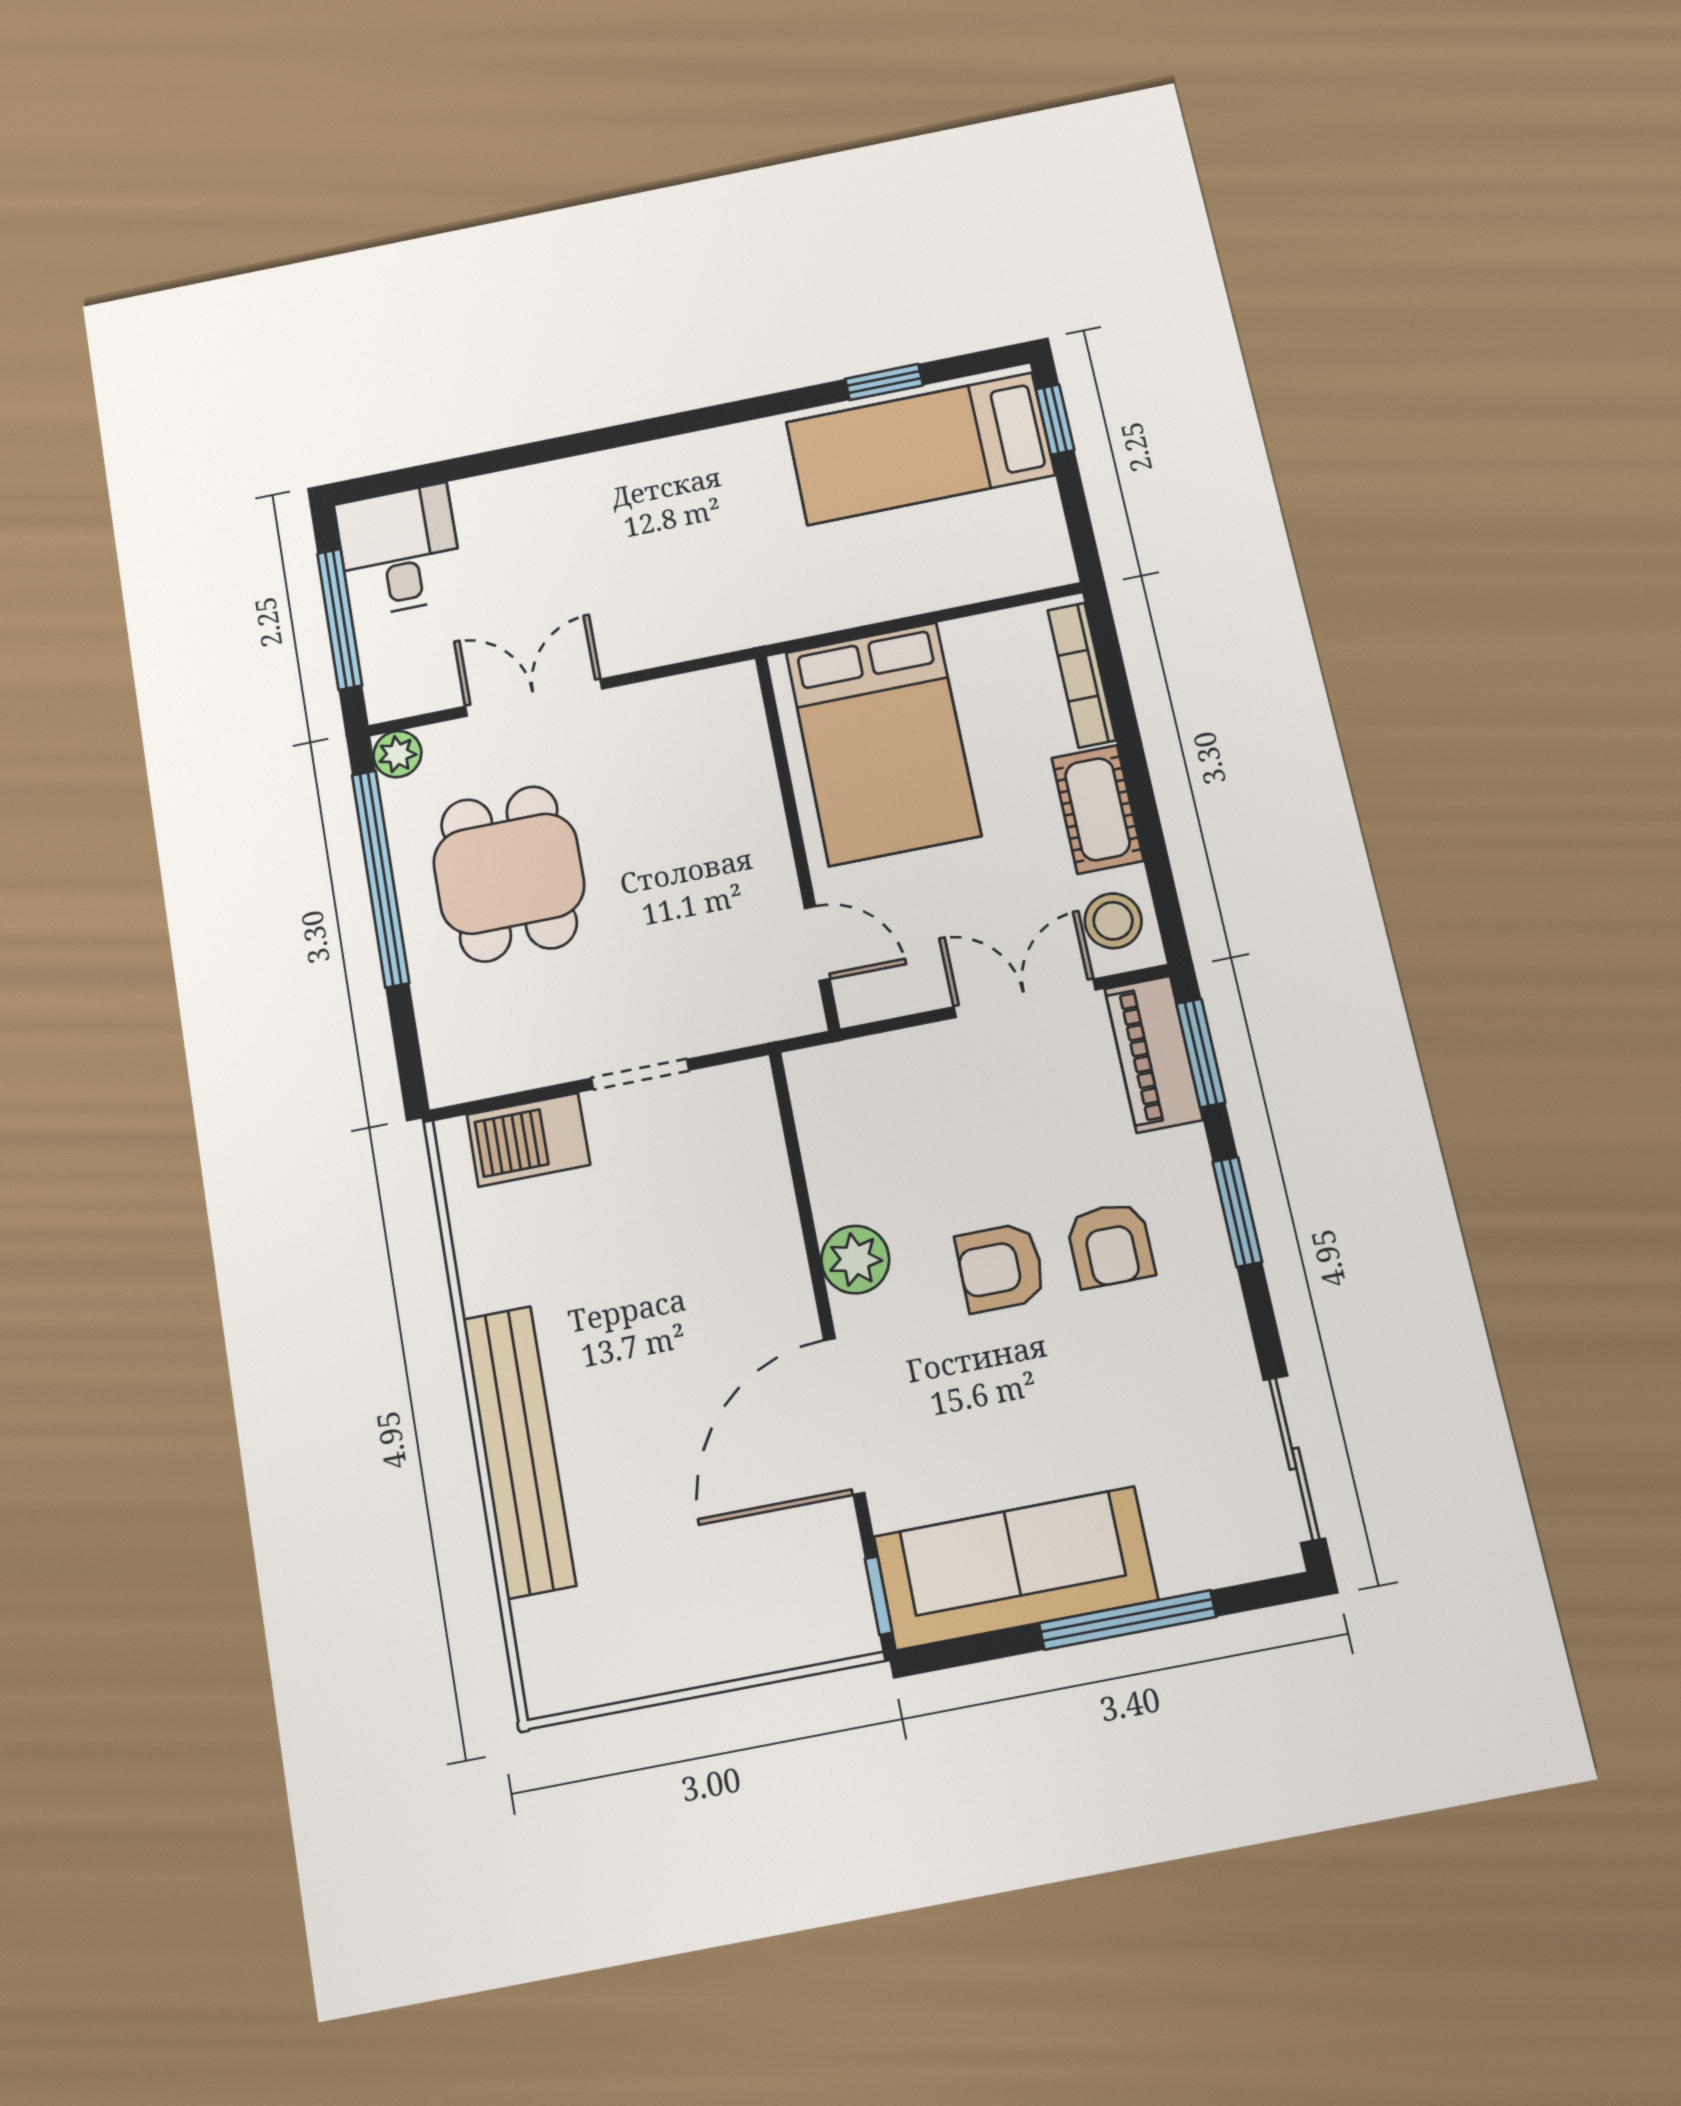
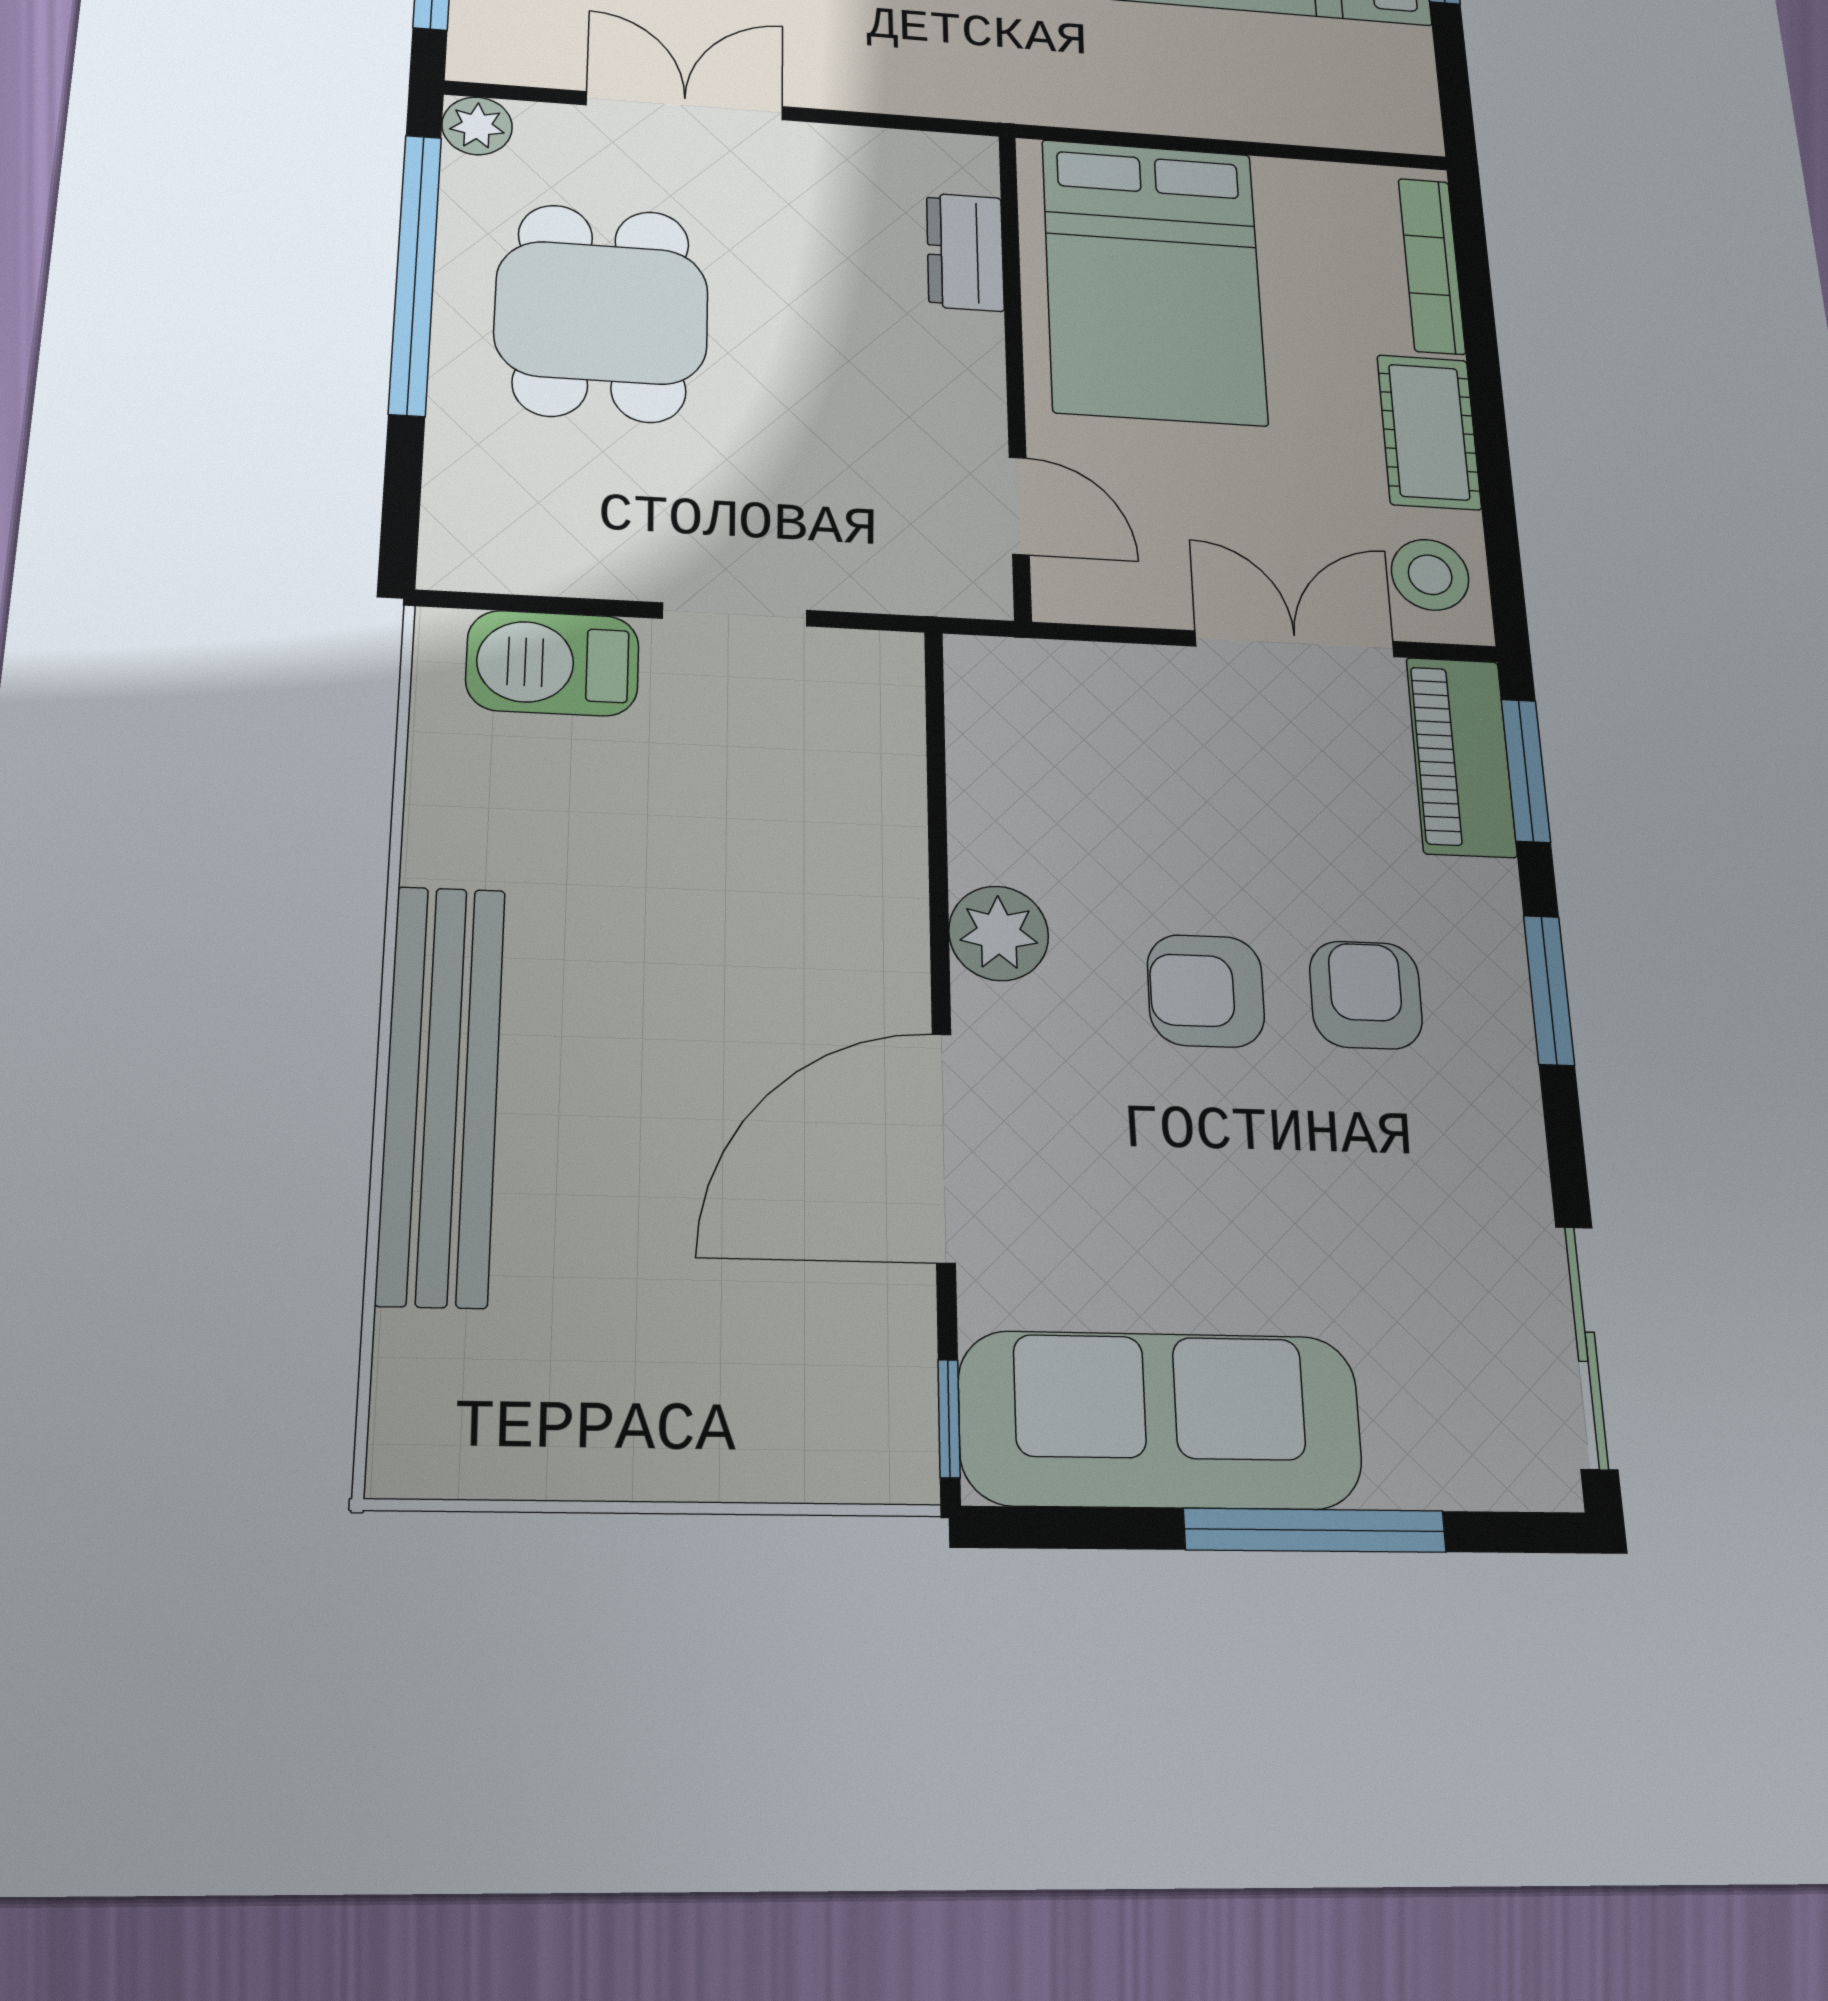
dresser: (747, 758) -> (965, 252), added
armchair: (1110, 1245) -> (1366, 995), turned 180

